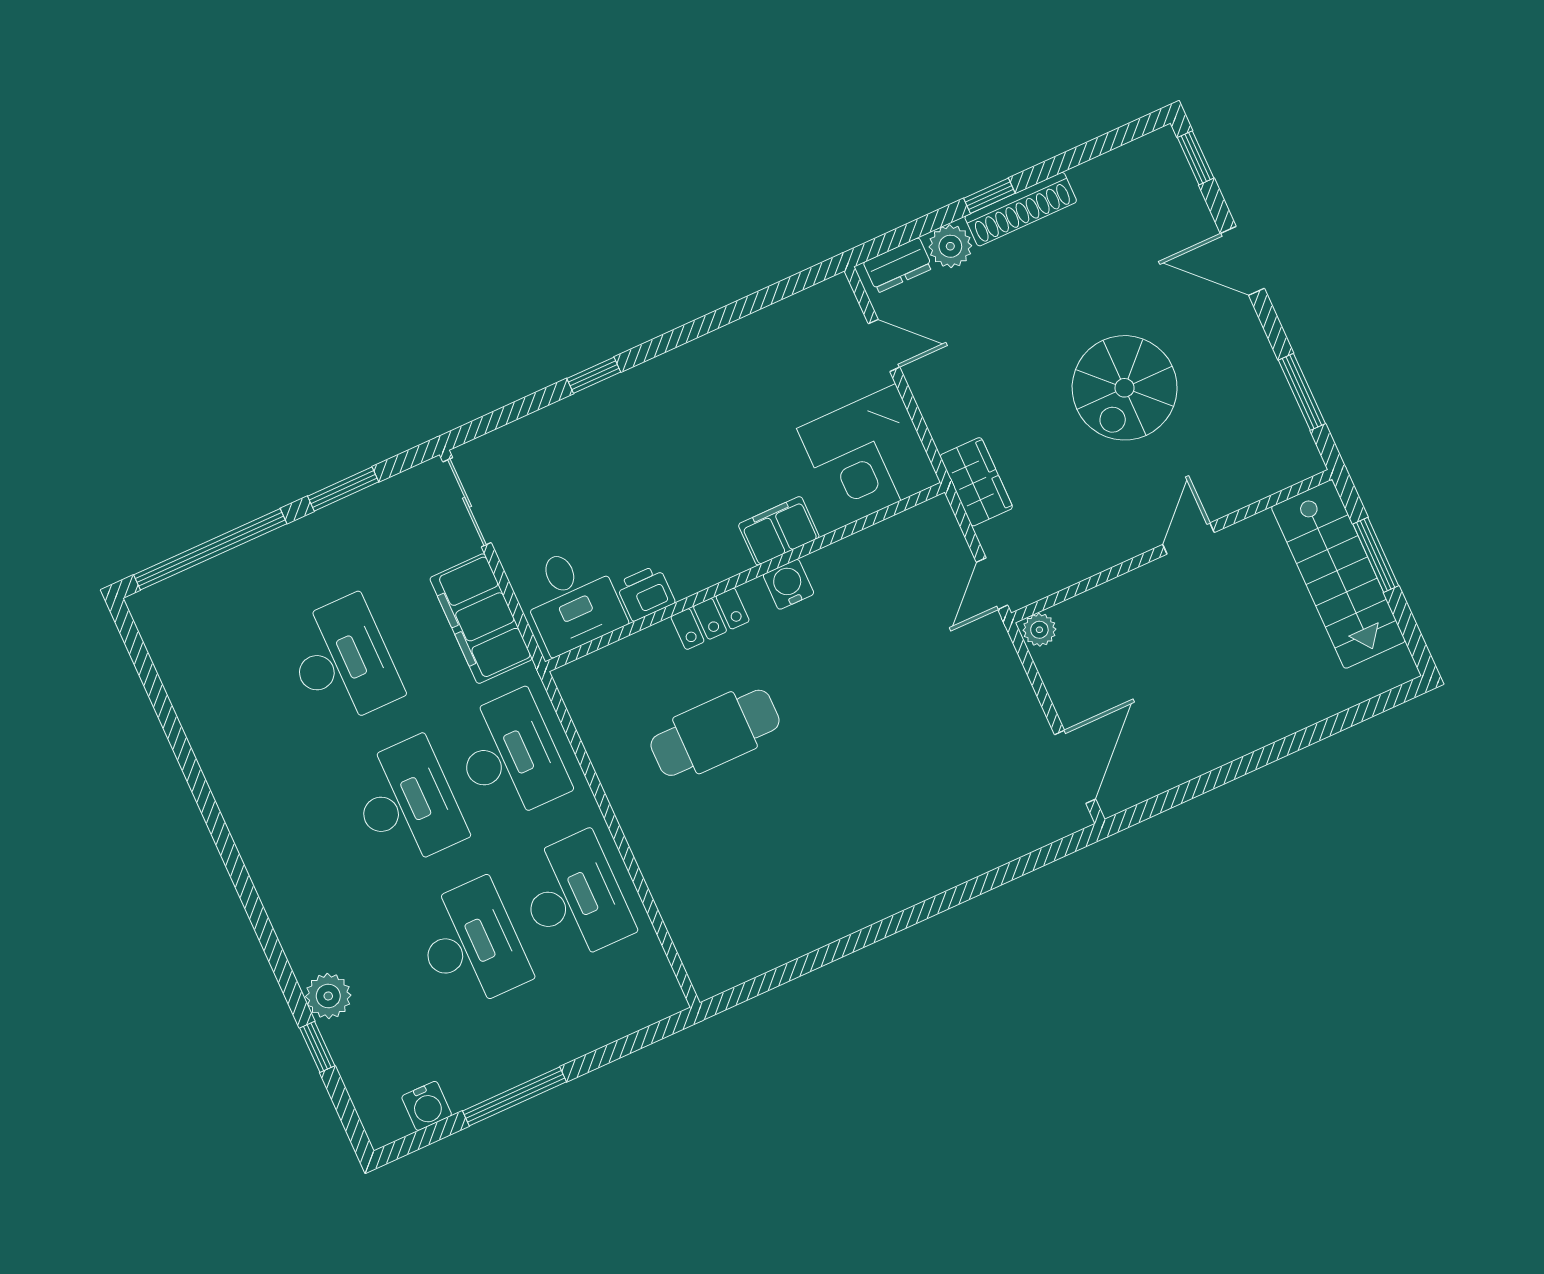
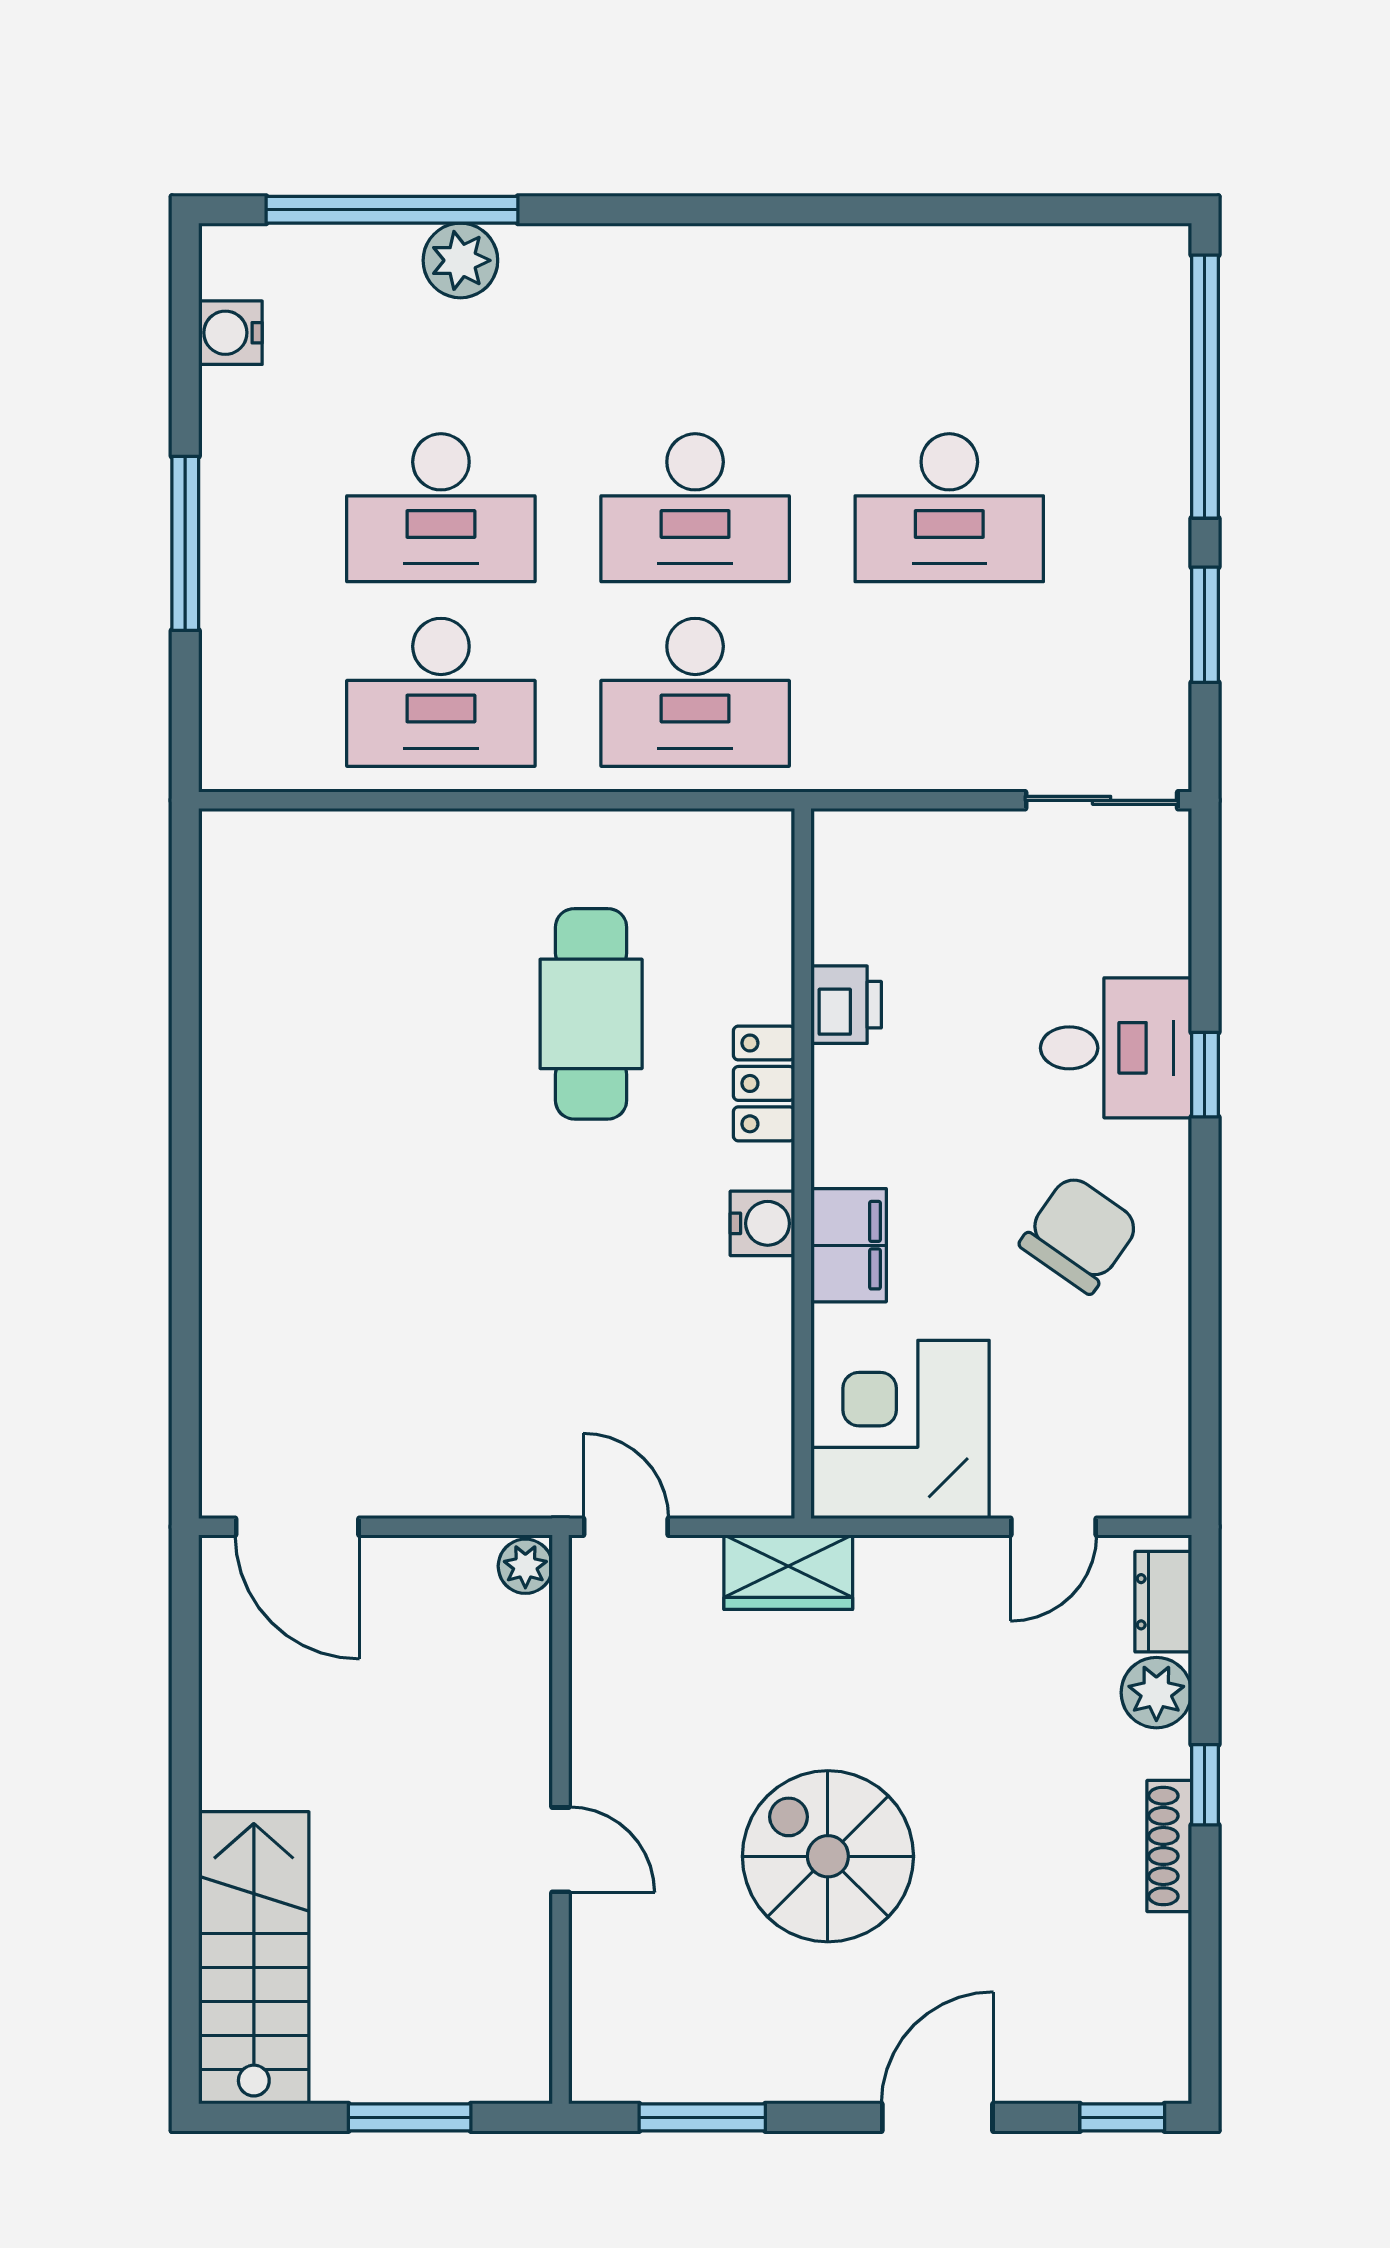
shoe rack: (1021, 209) -> (1169, 1846), width x0.74, depth x0.81
chair: (714, 405) -> (1080, 1234), added
stairs: (1338, 574) -> (254, 1958), moved, turned 90
desk: (572, 599) -> (1116, 1048), moved, turned 180
filing cabinet: (481, 619) -> (919, 743), removed
window: (317, 1047) -> (392, 210), width x3.17
window: (514, 1096) -> (185, 543), moved

